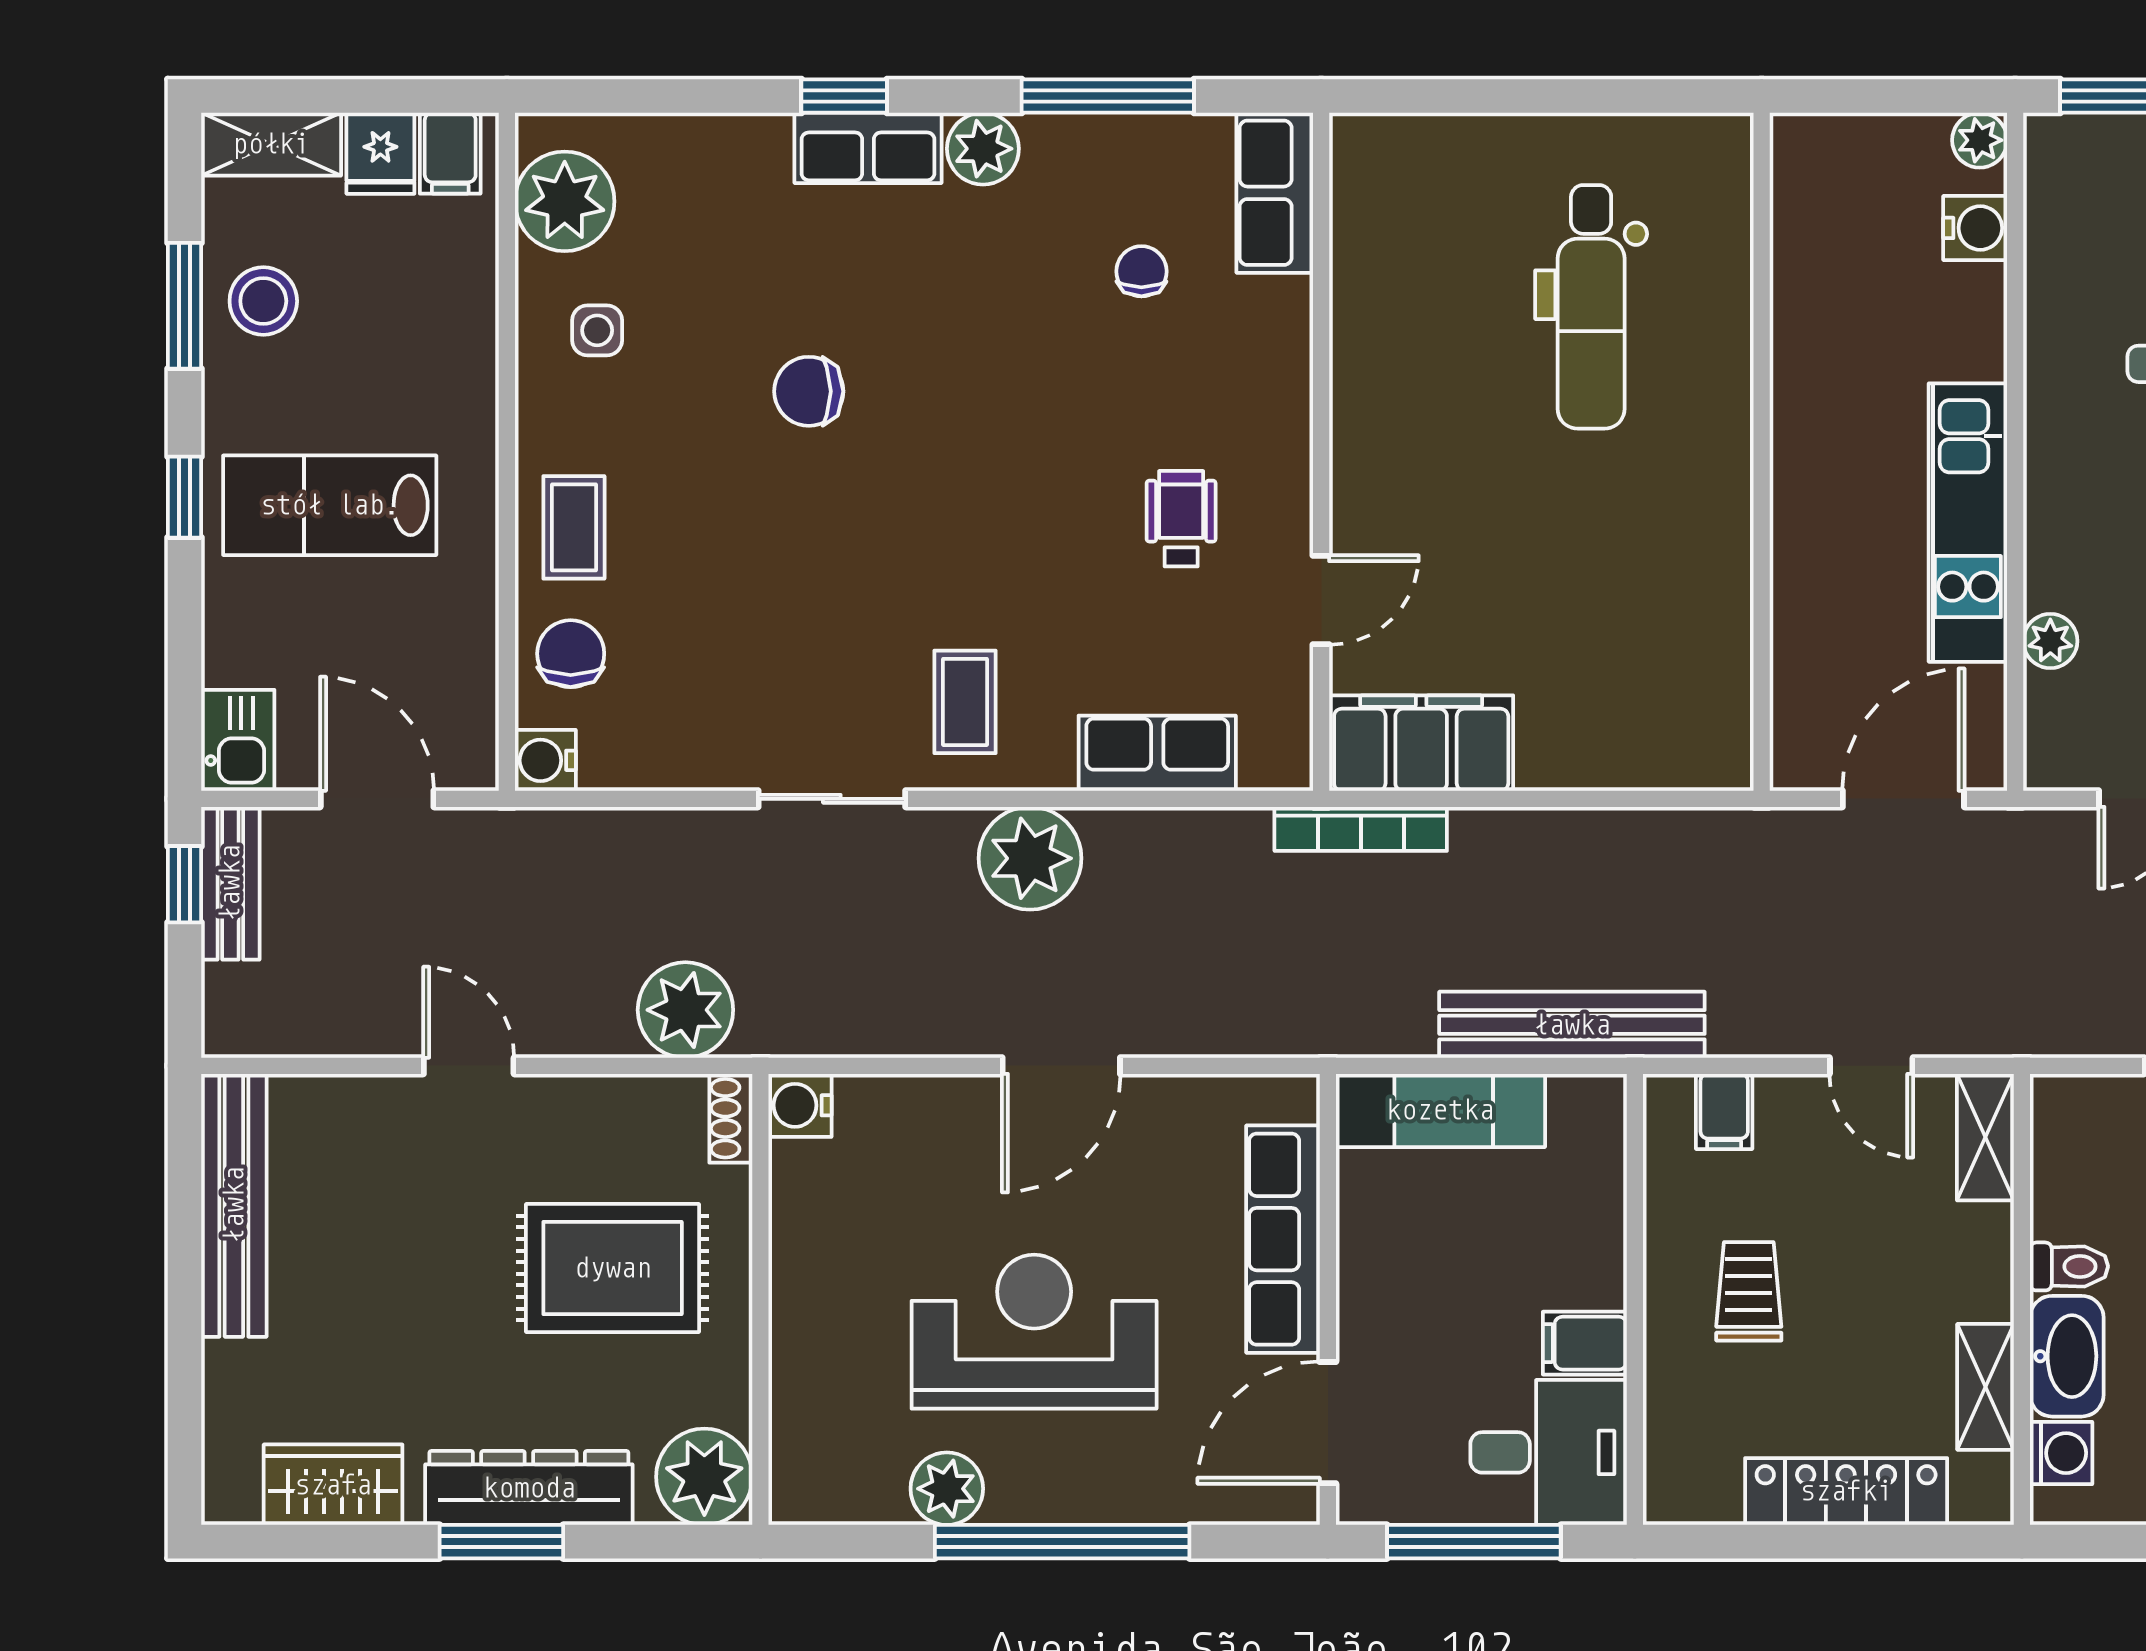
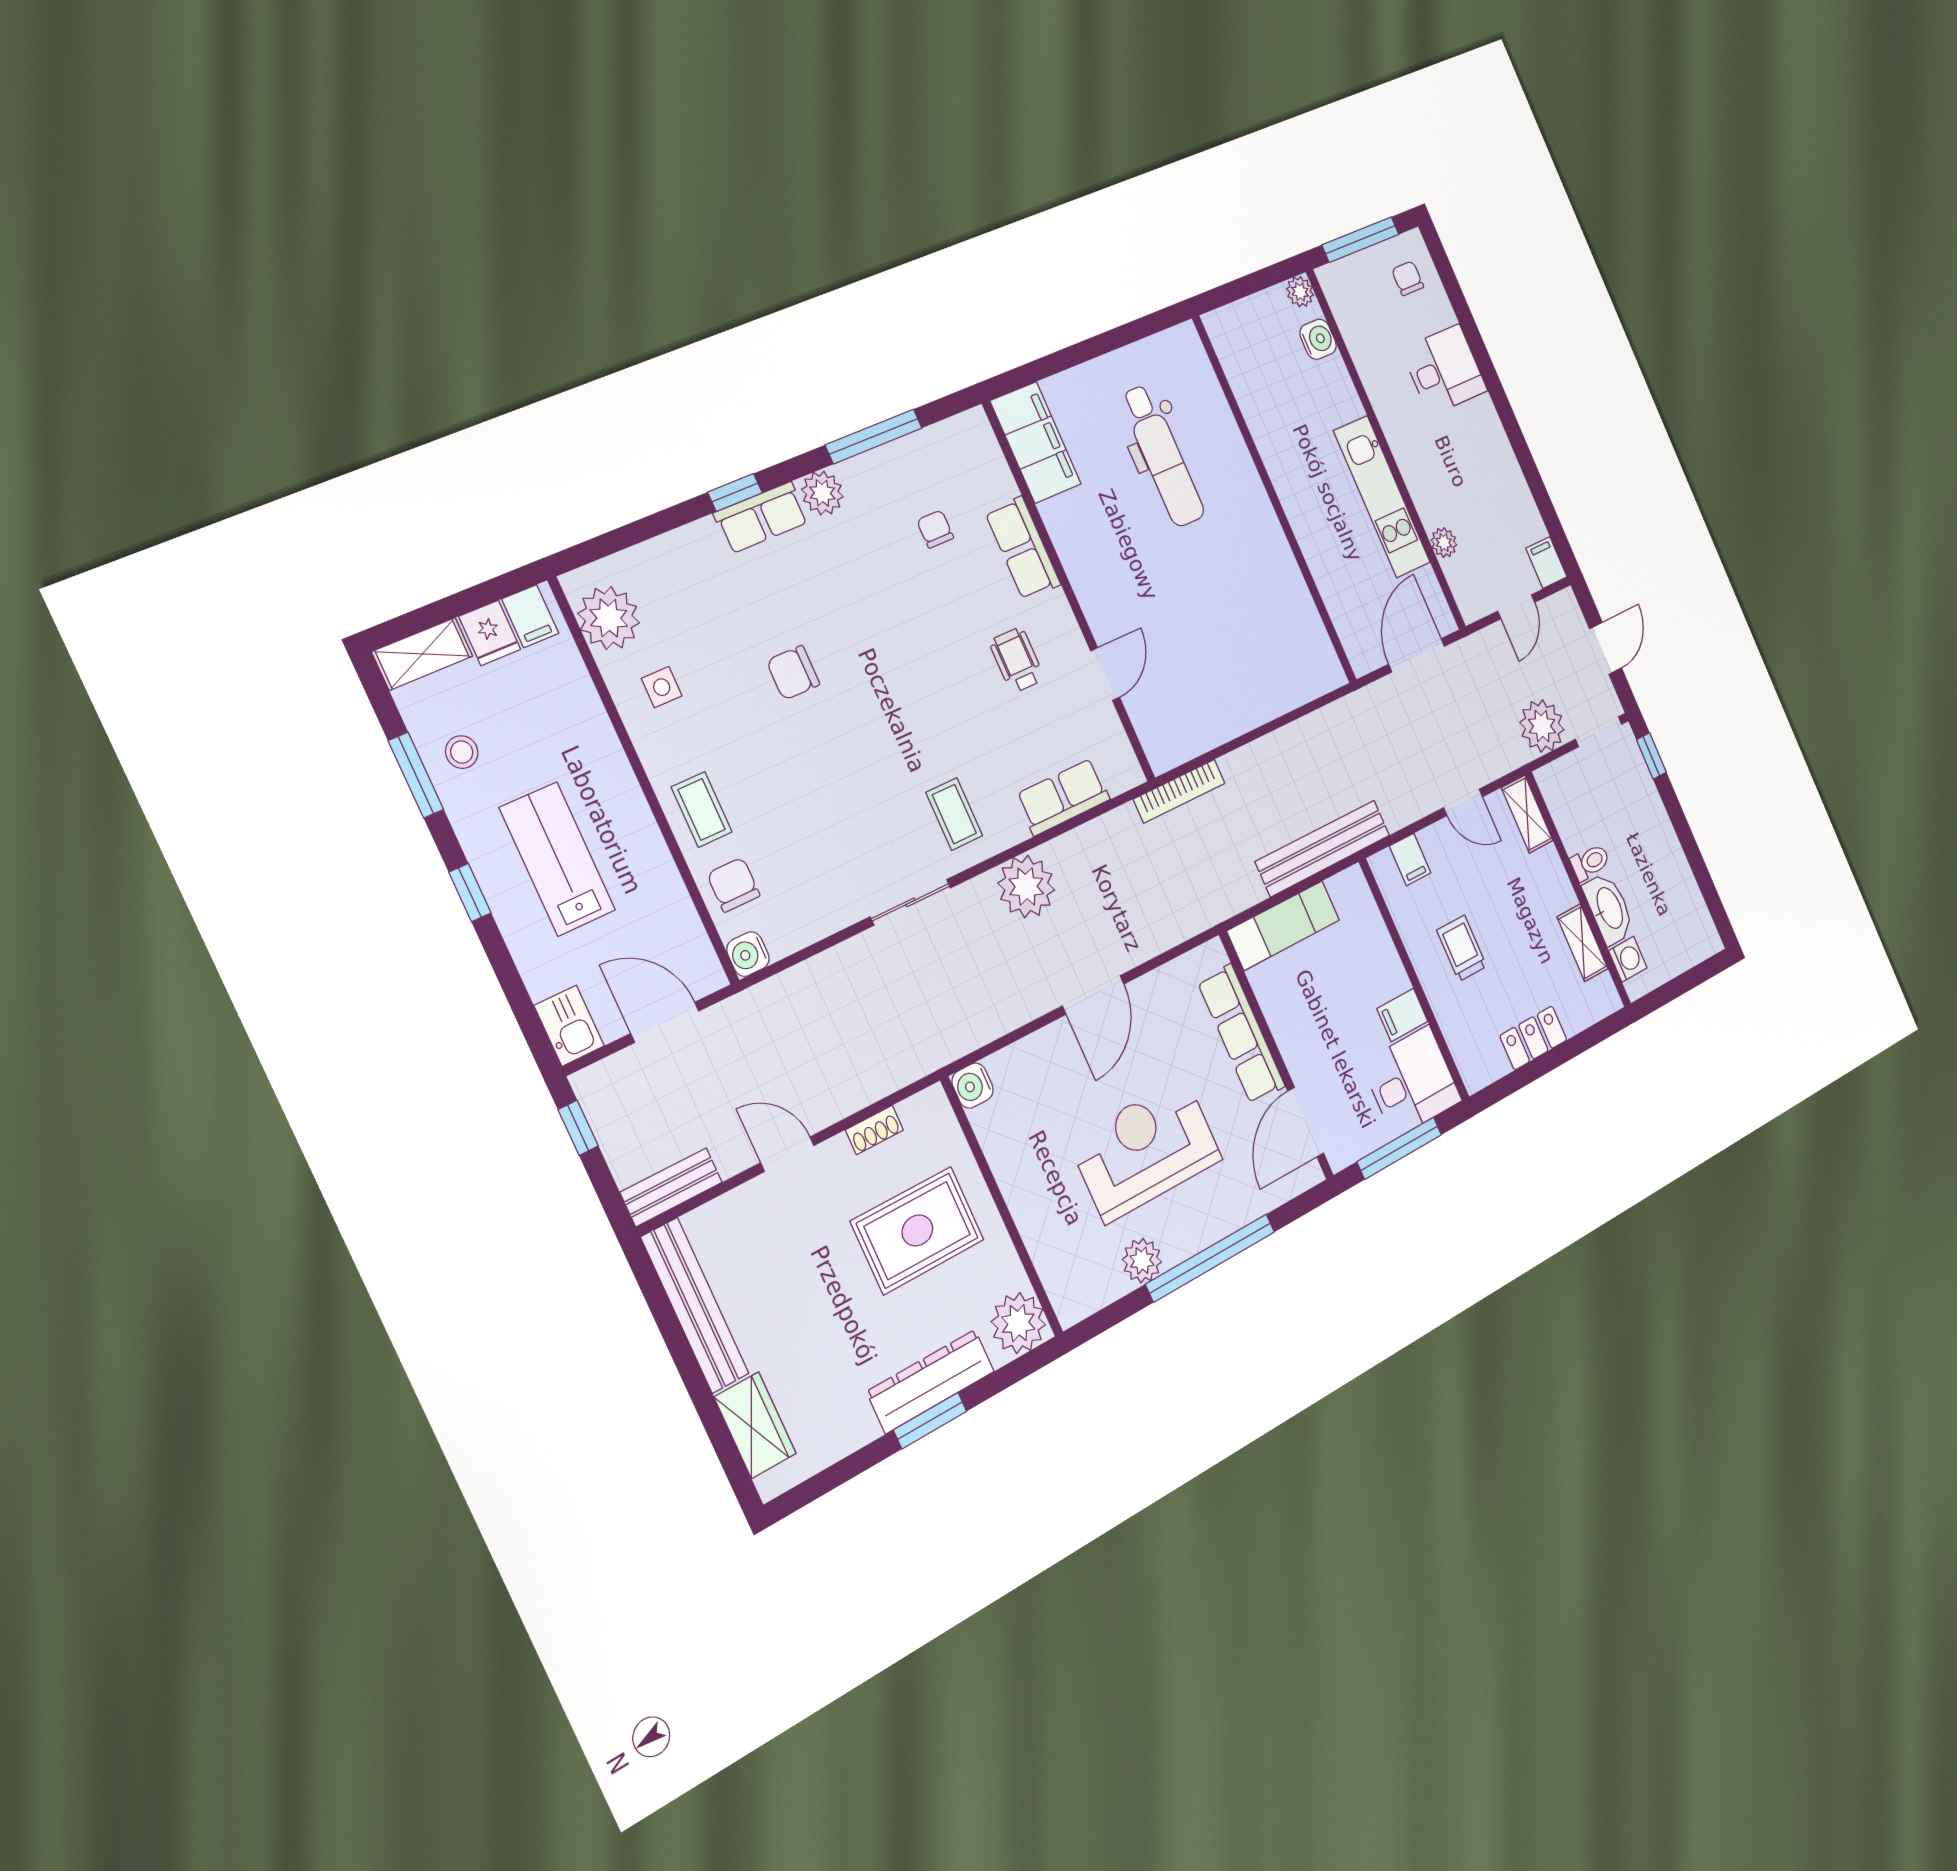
row of seats: (1275, 193) -> (1023, 548), moved
stool: (263, 301) -> (462, 752), width x0.73, depth x0.73
lab bench: (330, 505) -> (557, 859), turned 90
filing cabinet: (1421, 743) -> (1036, 442), moved, turned 90
bench: (230, 883) -> (671, 1187), moved, turned 90
plant: (685, 1010) -> (1542, 726), moved
shoe rack: (731, 1118) -> (874, 1130), moved, turned -90
wardrobe: (333, 1485) -> (755, 1425), moved, turned 90
locker: (1846, 1491) -> (1533, 1038), width x0.66

